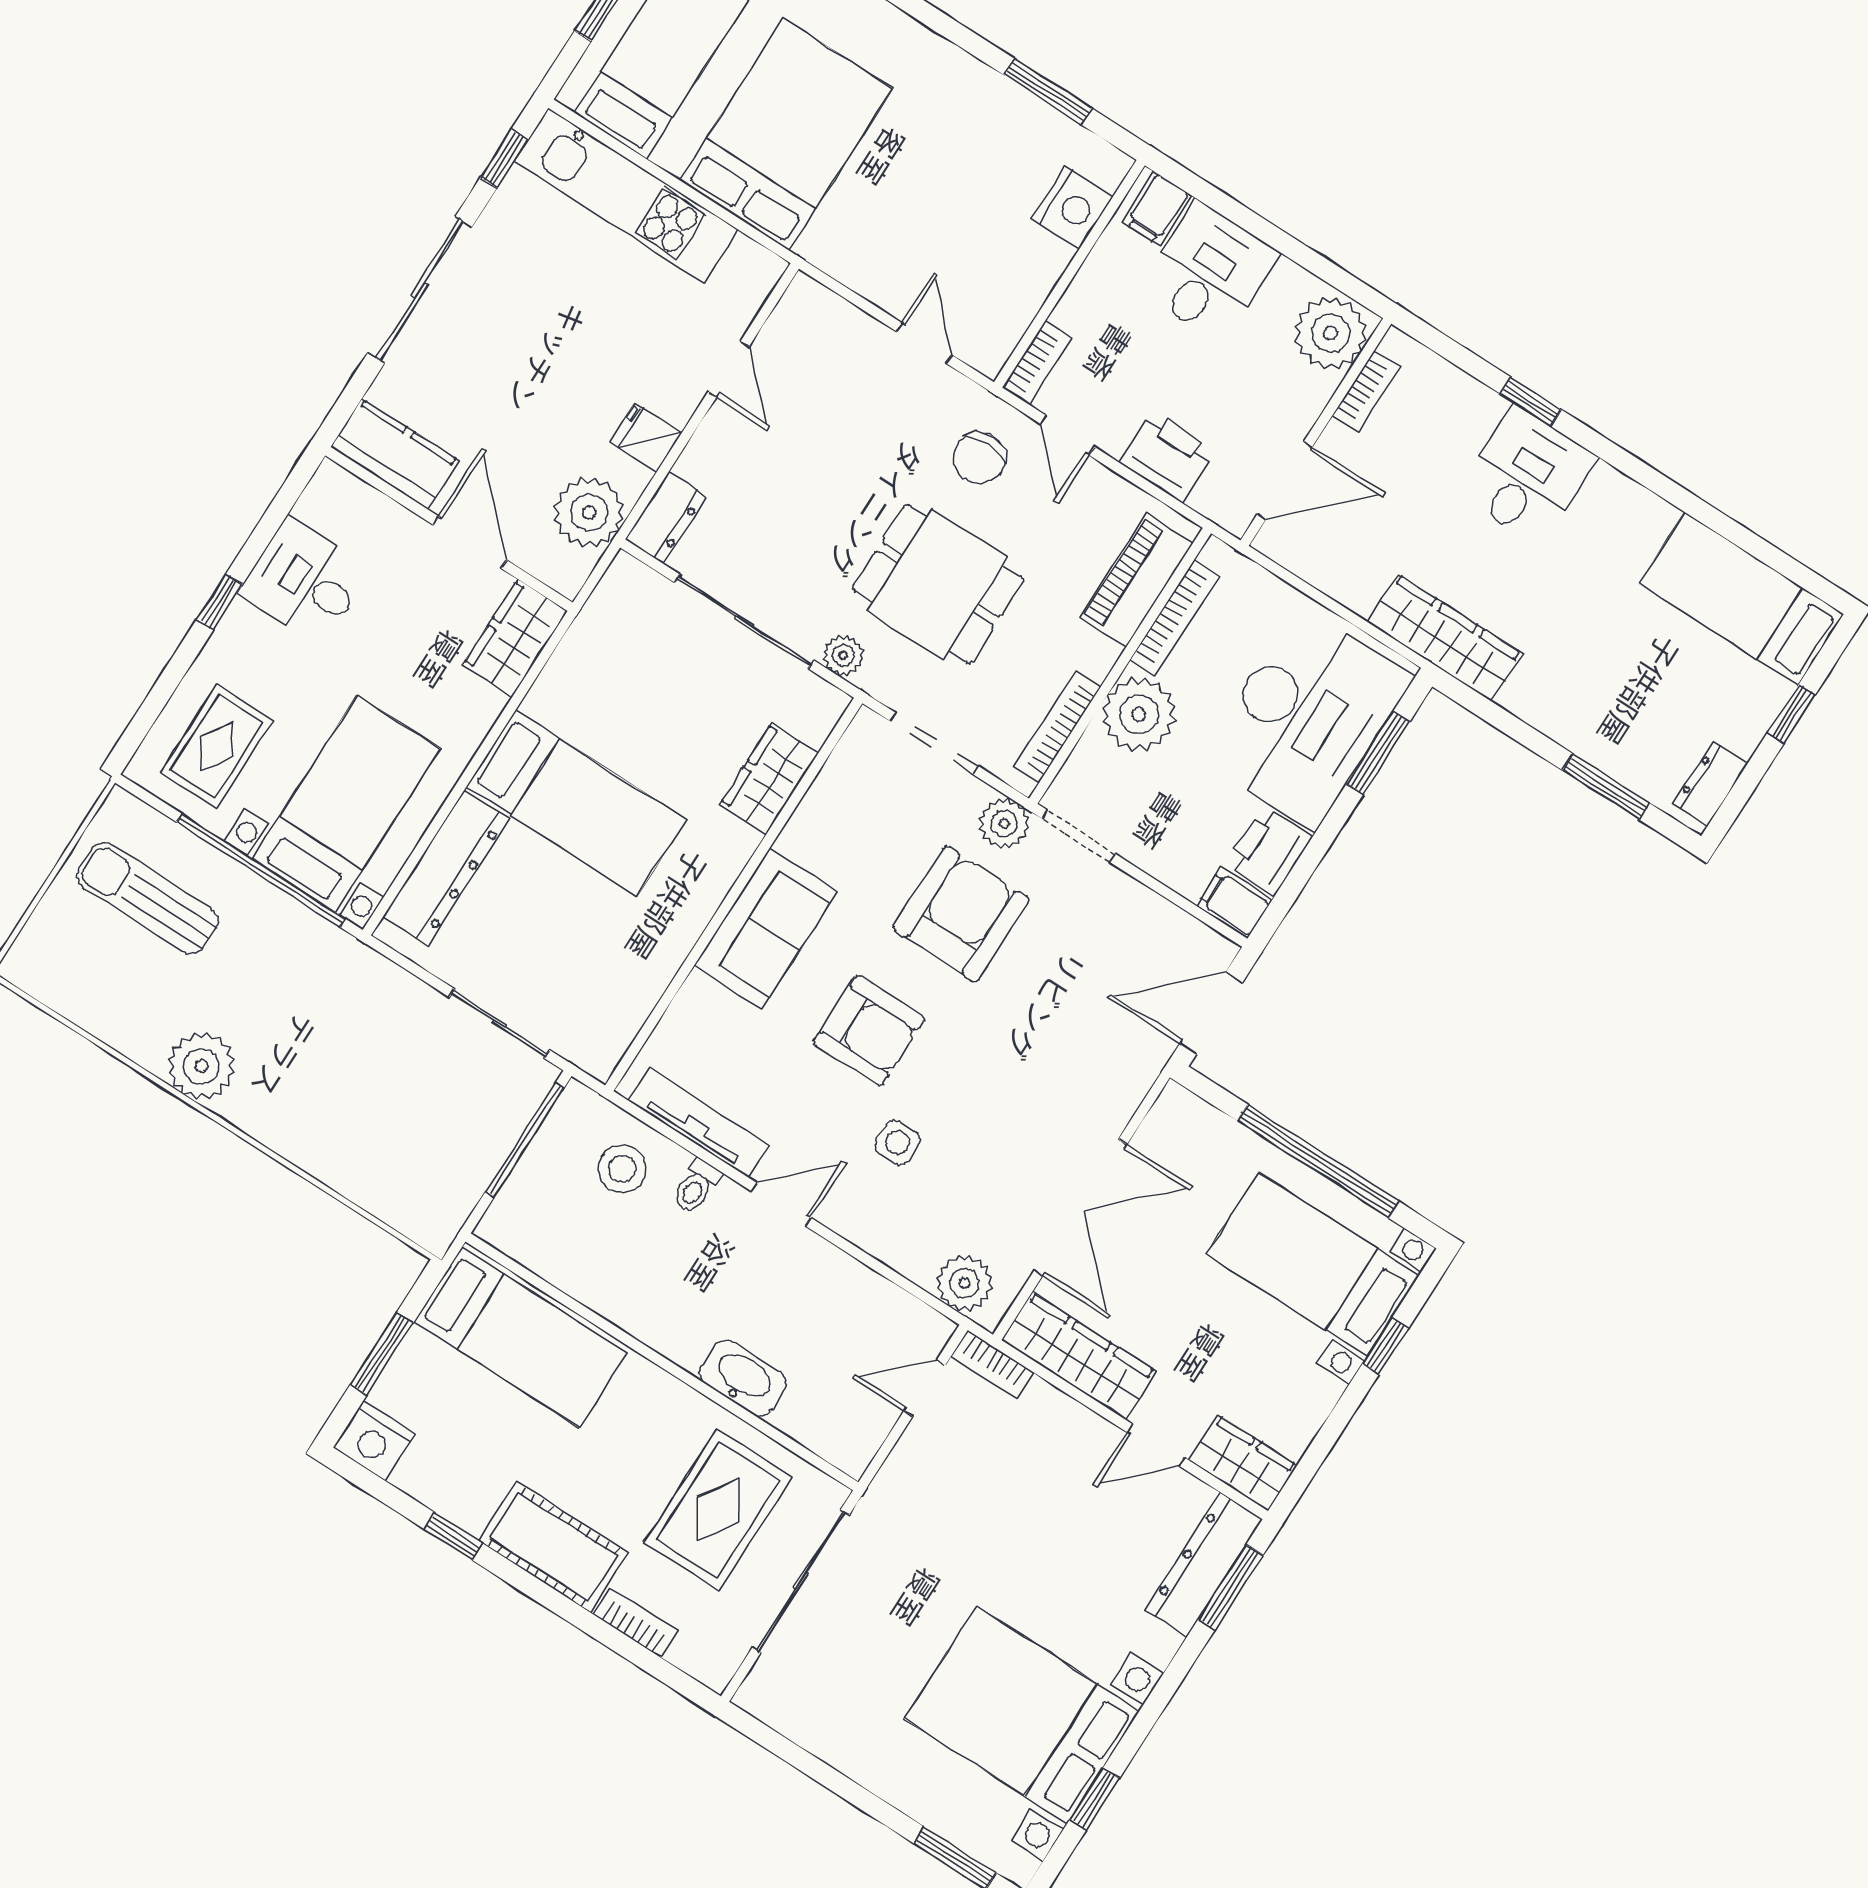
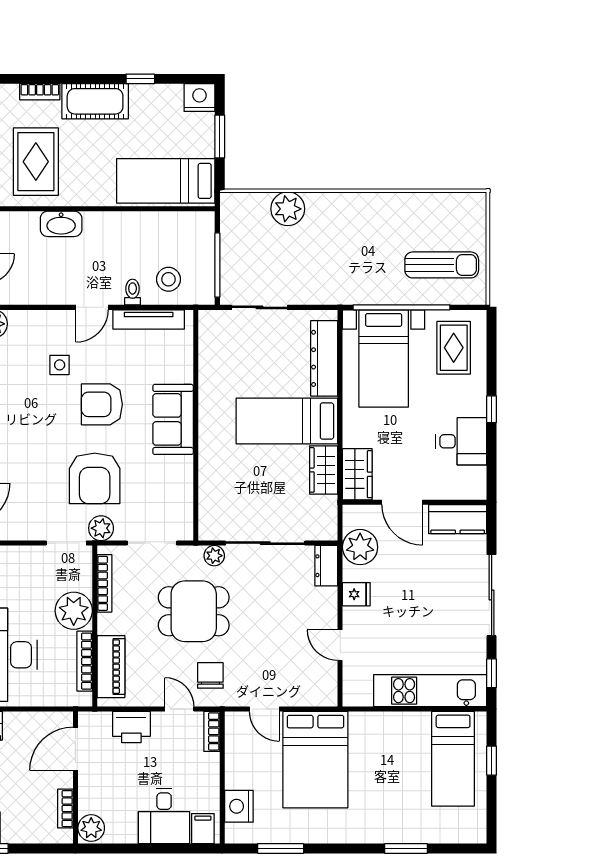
bed: (786, 135) -> (315, 760), moved
plant: (1331, 333) -> (91, 828), width x0.73, depth x0.73
wardrobe: (769, 779) -> (324, 470), moved, turned 180
plant: (201, 1066) -> (288, 209), moved

